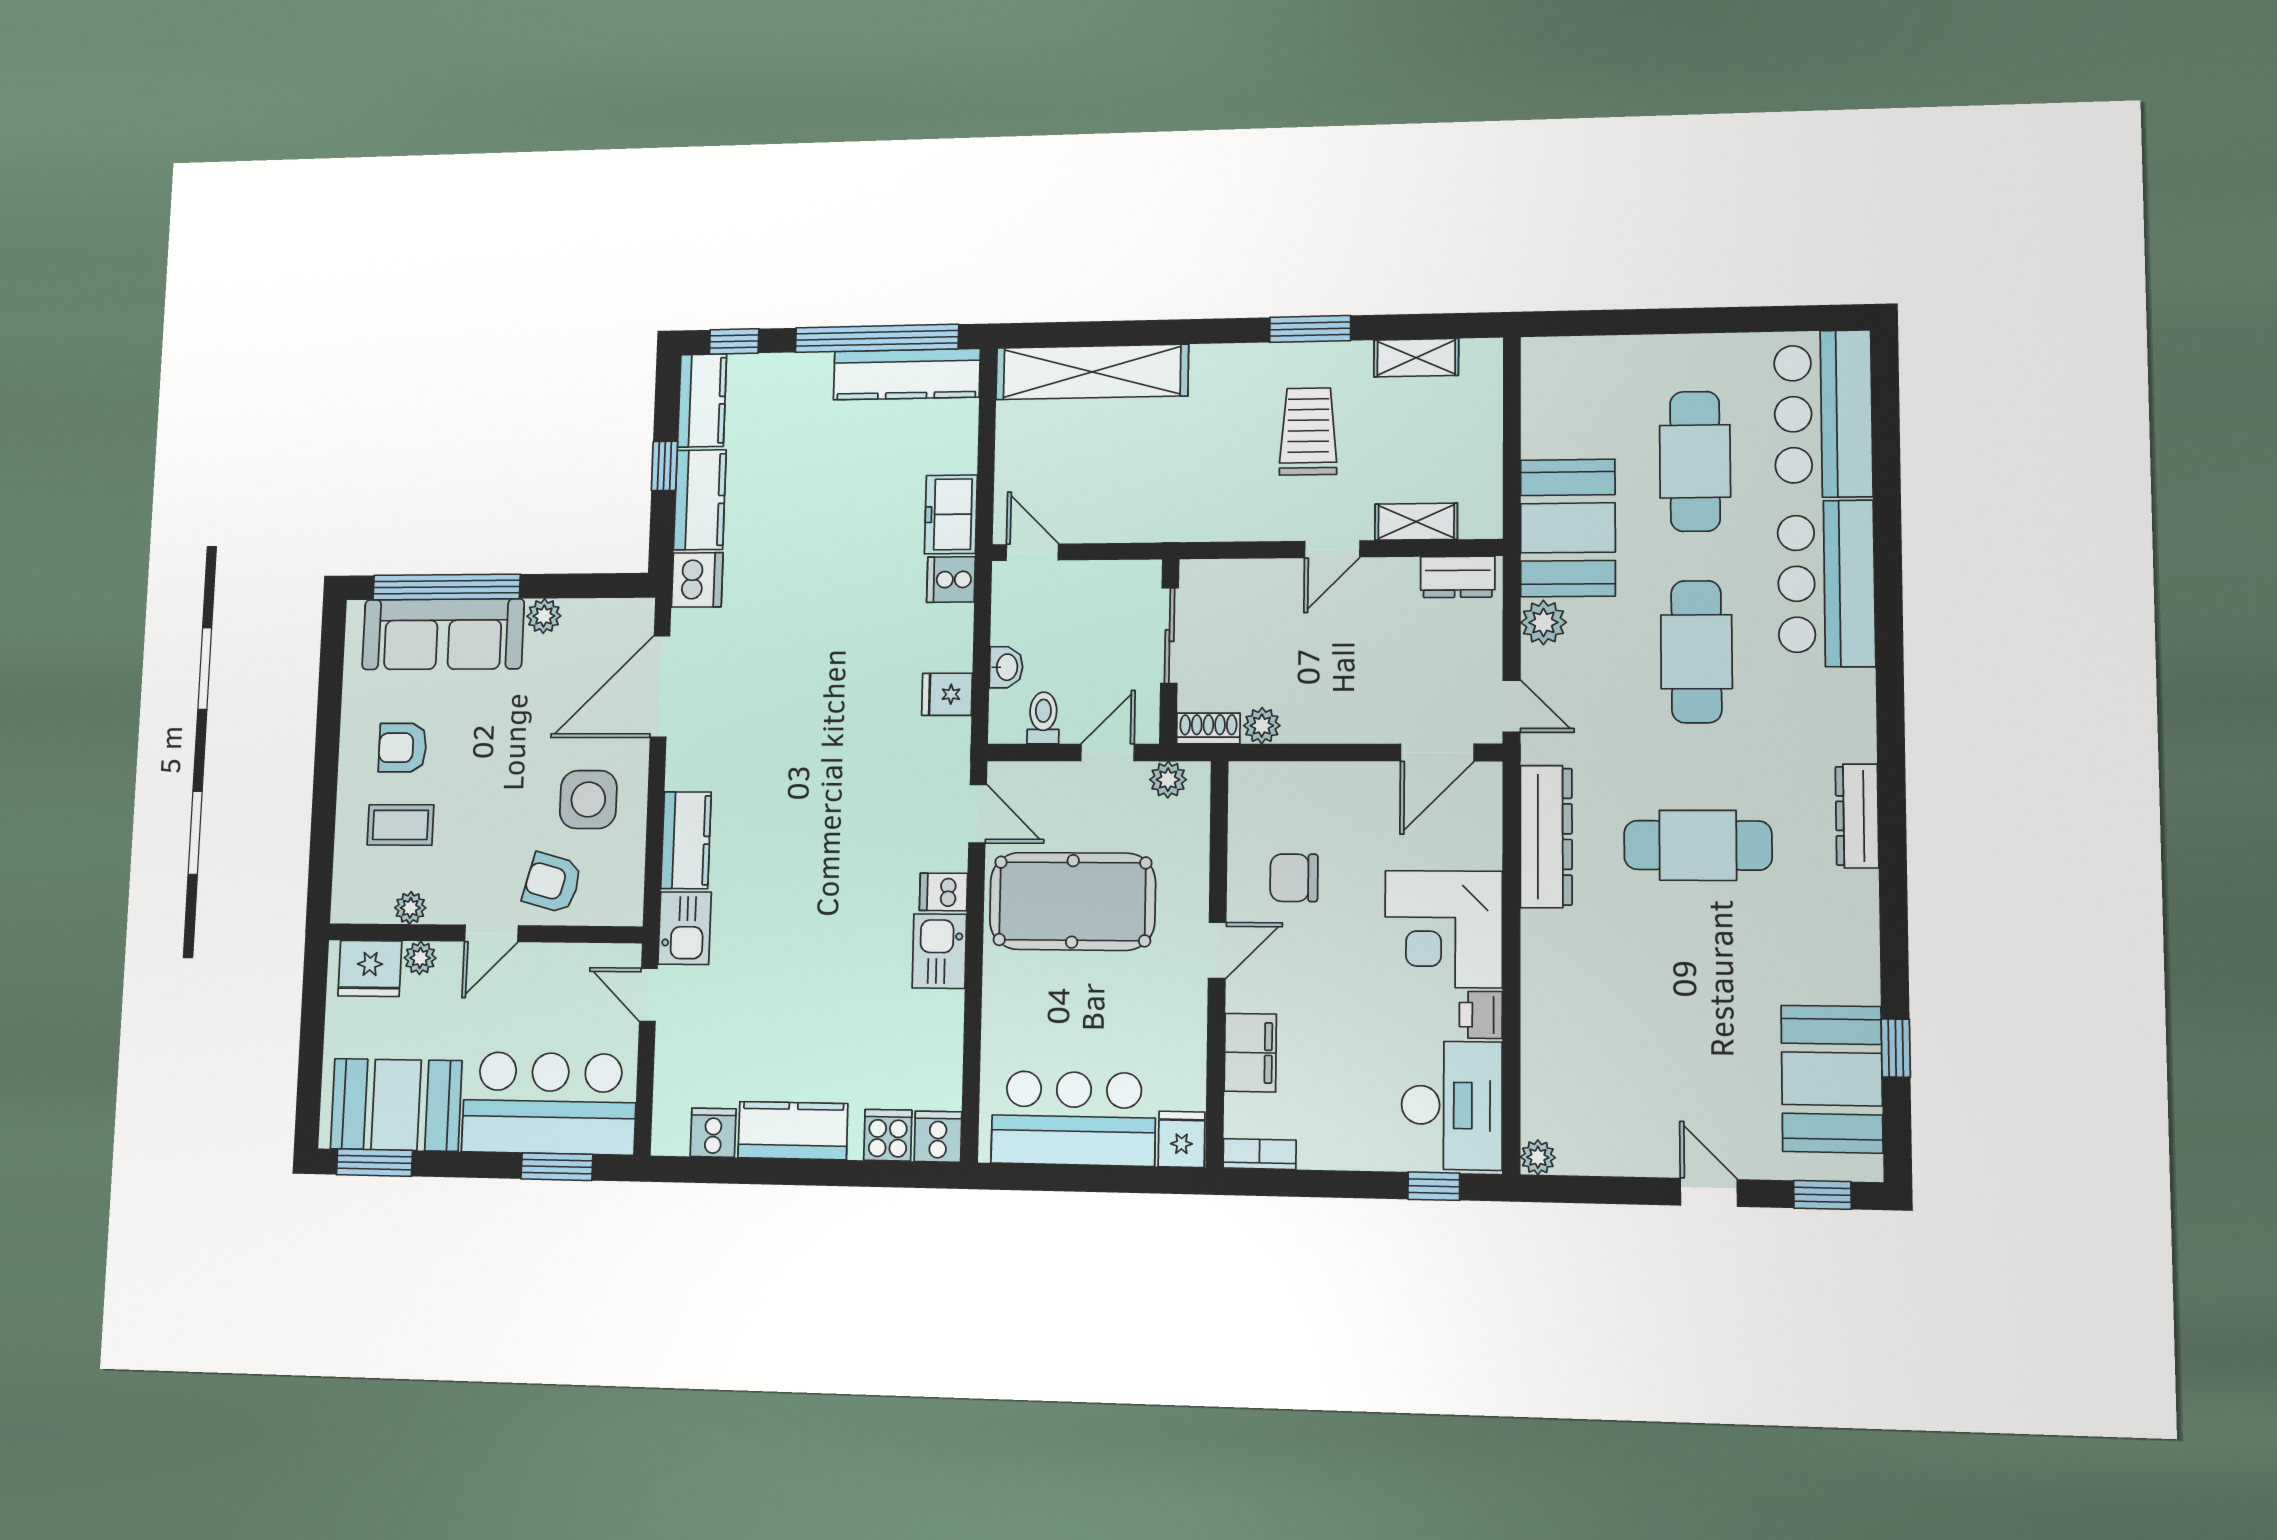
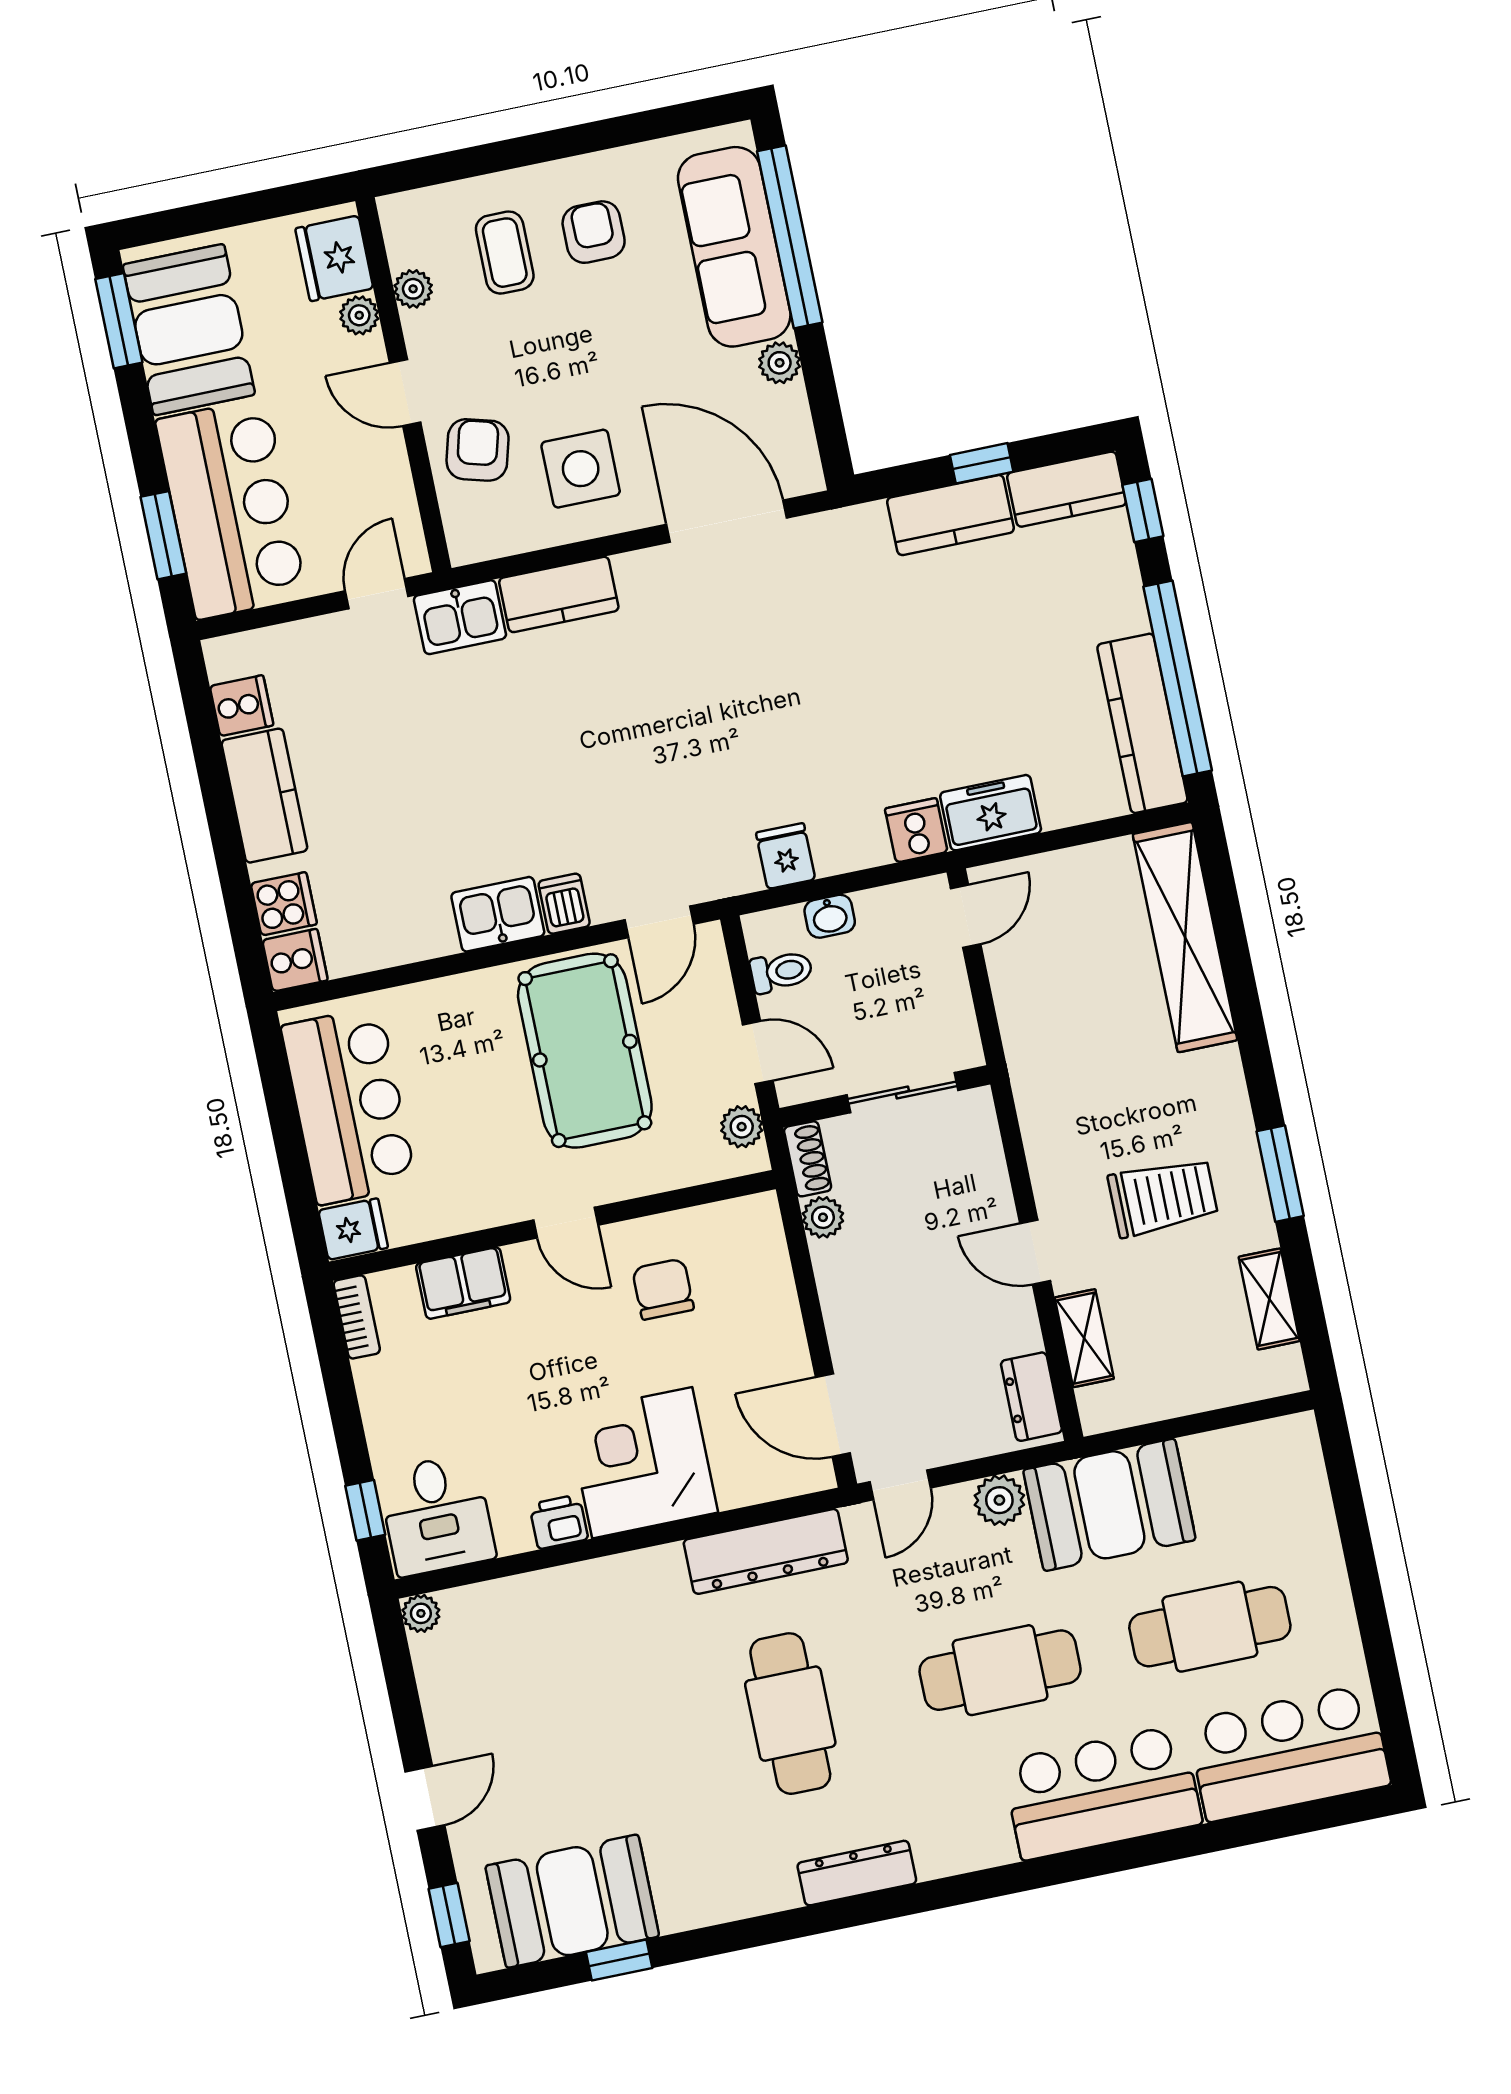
dishwasher: (697, 580) -> (857, 535), removed
desk: (1452, 1105) -> (437, 1515), width x0.73

